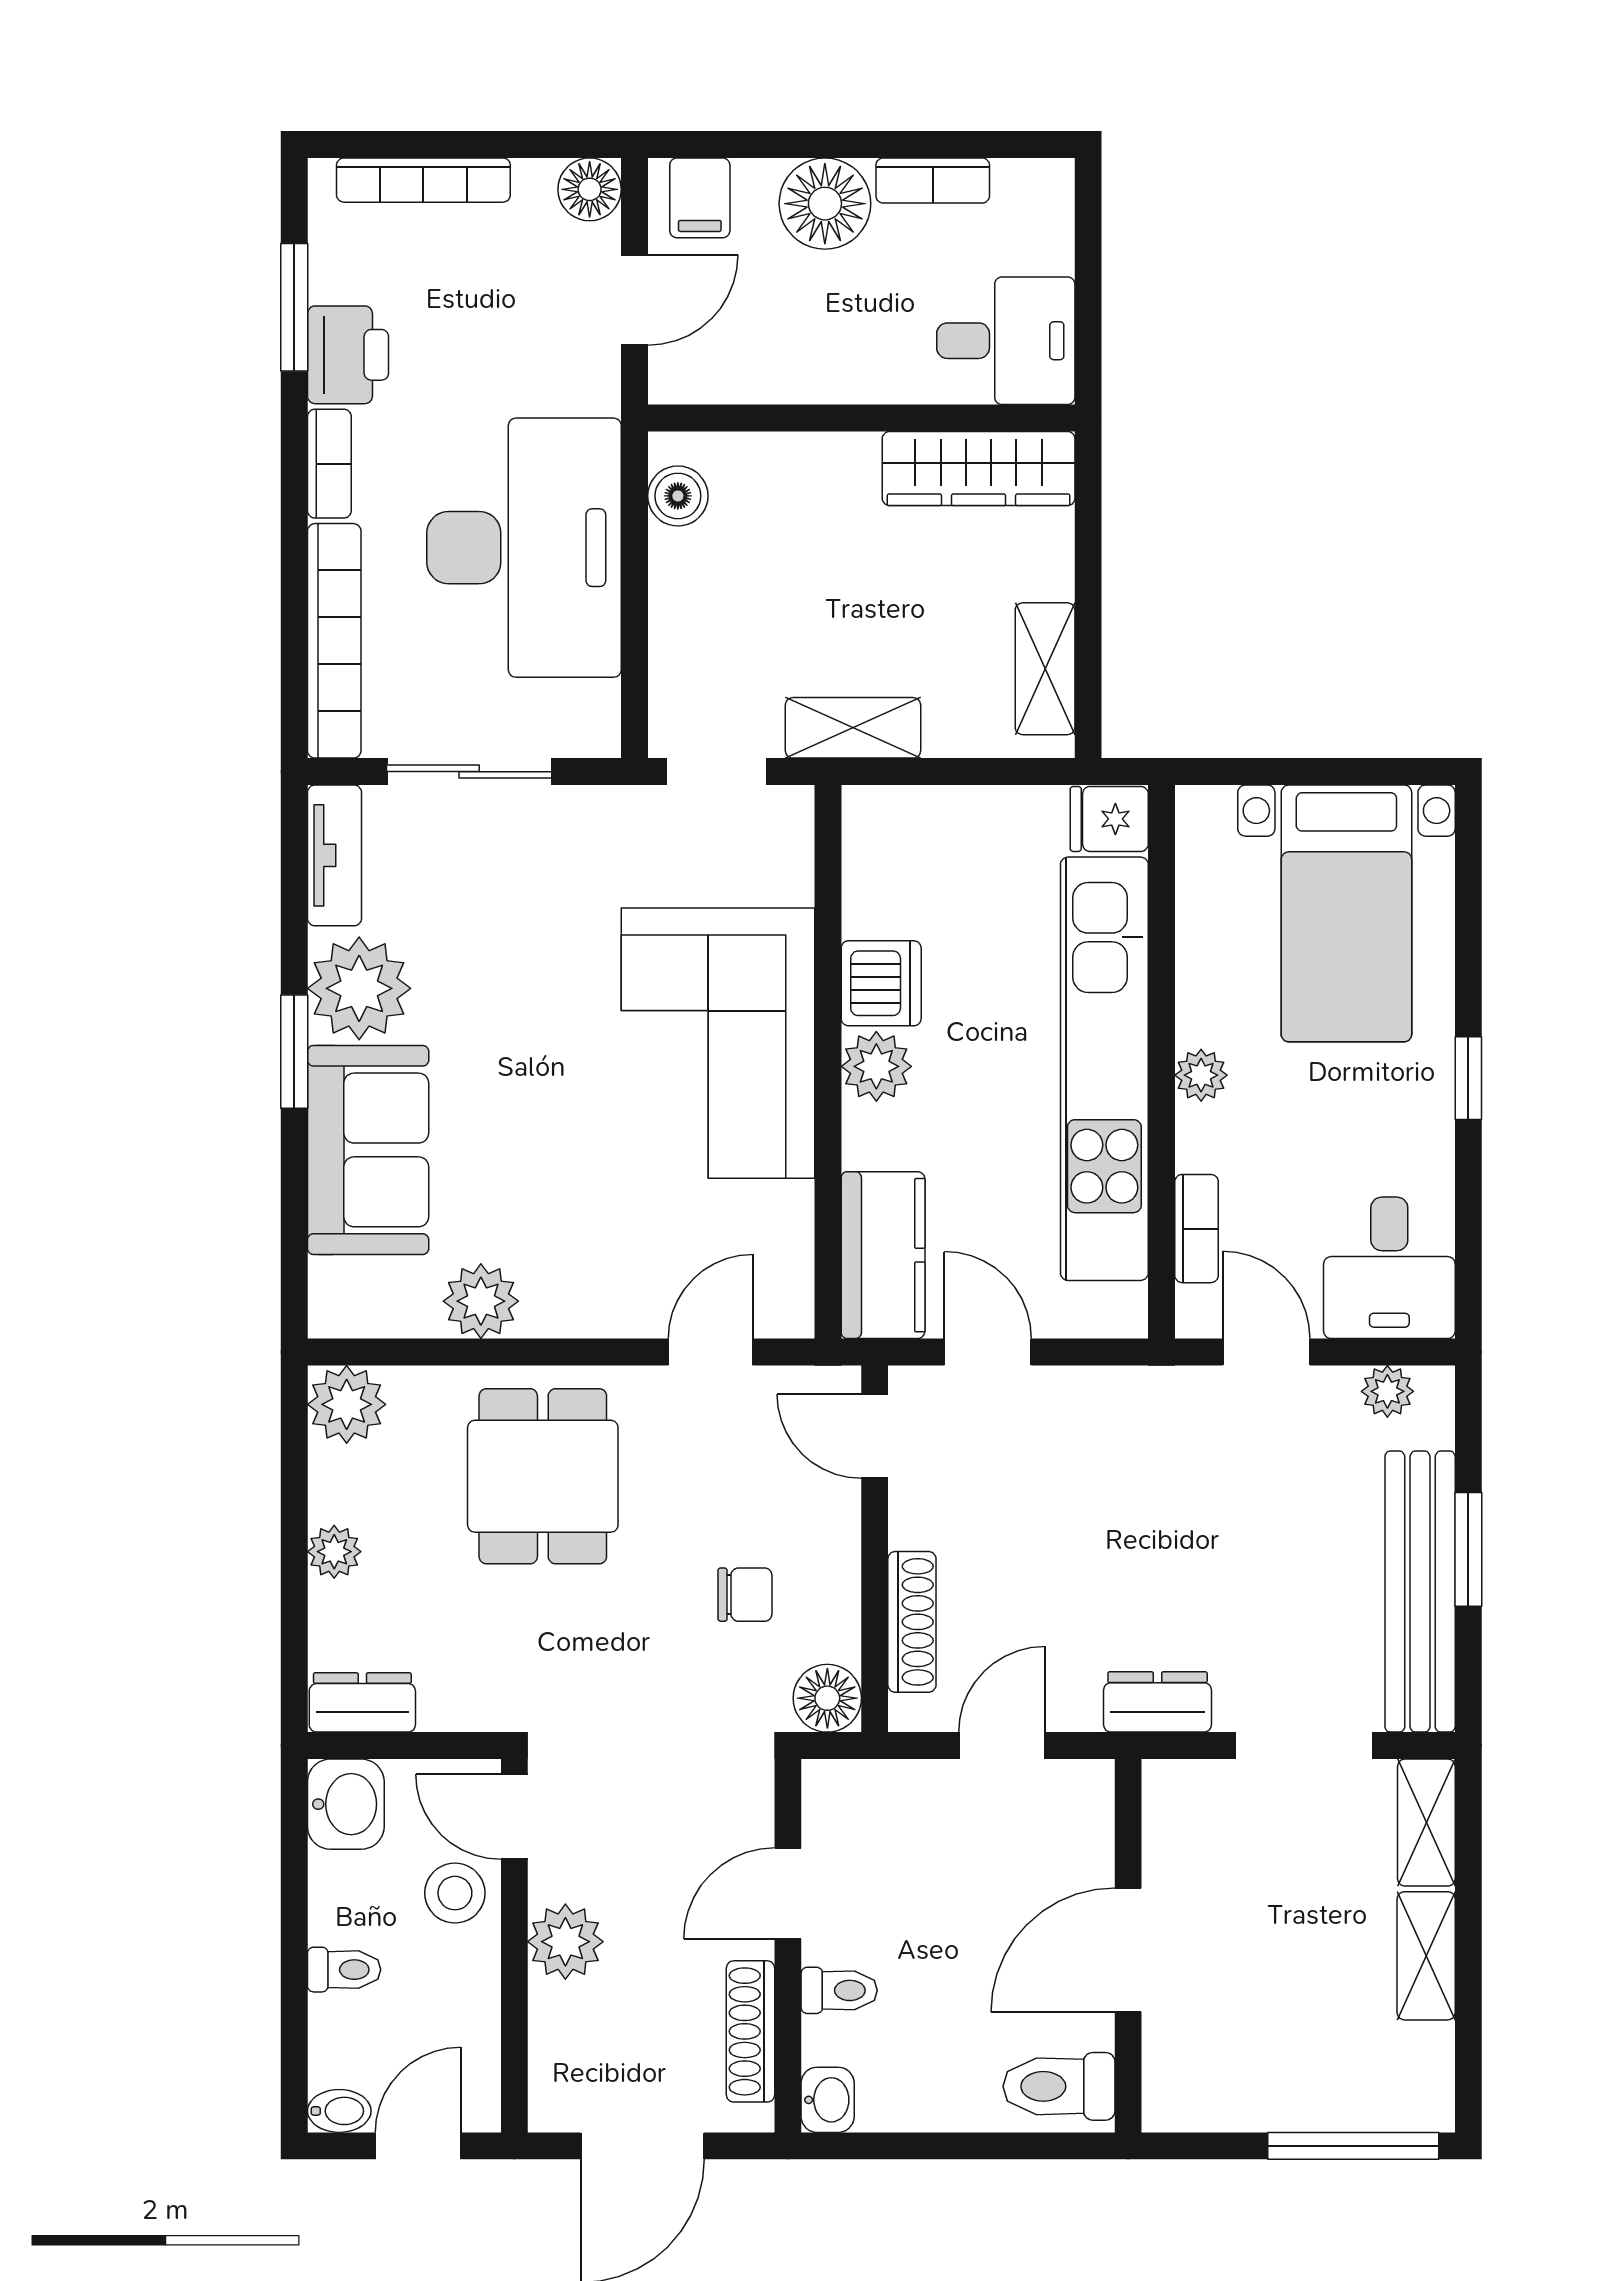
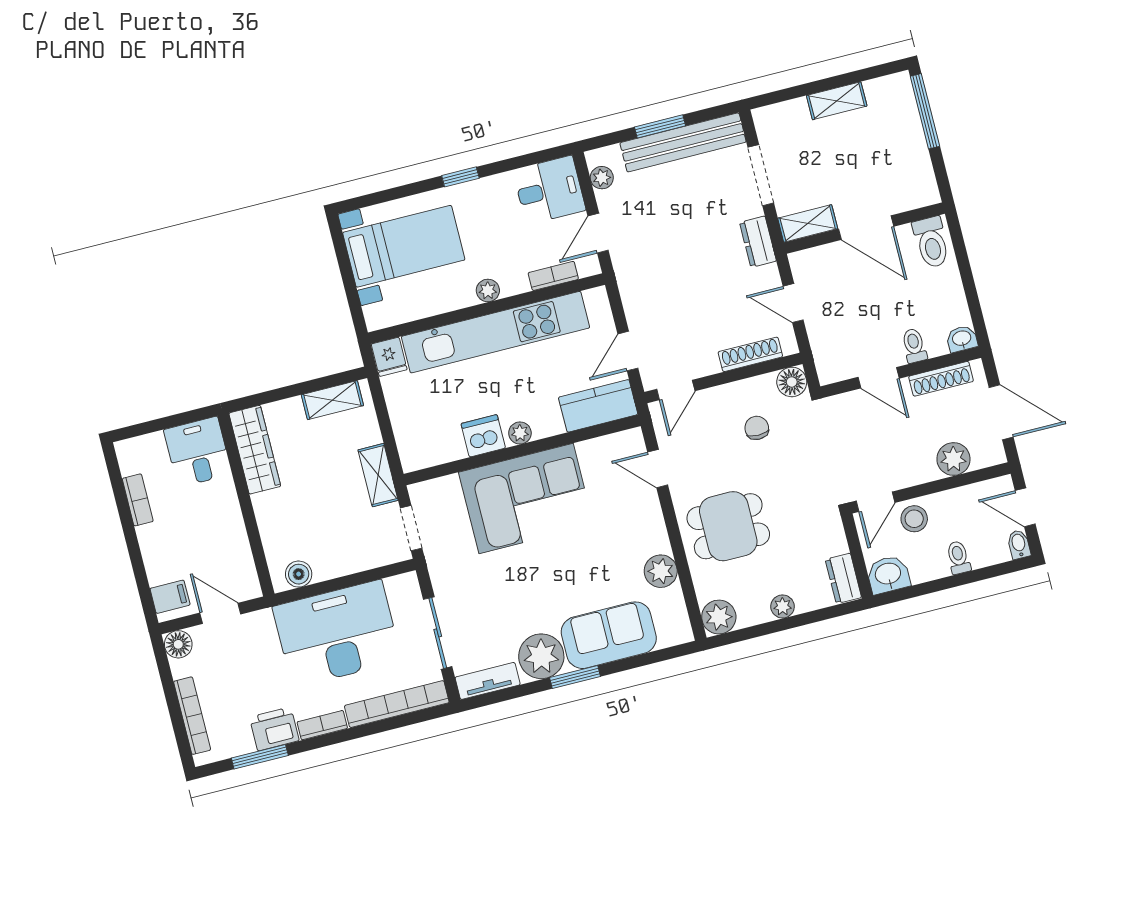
floor lamp: (825, 204) -> (159, 543), removed
plant: (876, 1066) -> (520, 433), width x0.73, depth x0.73
shelving: (1426, 1823) -> (808, 223), moved
plant: (565, 1942) -> (953, 459), moved

